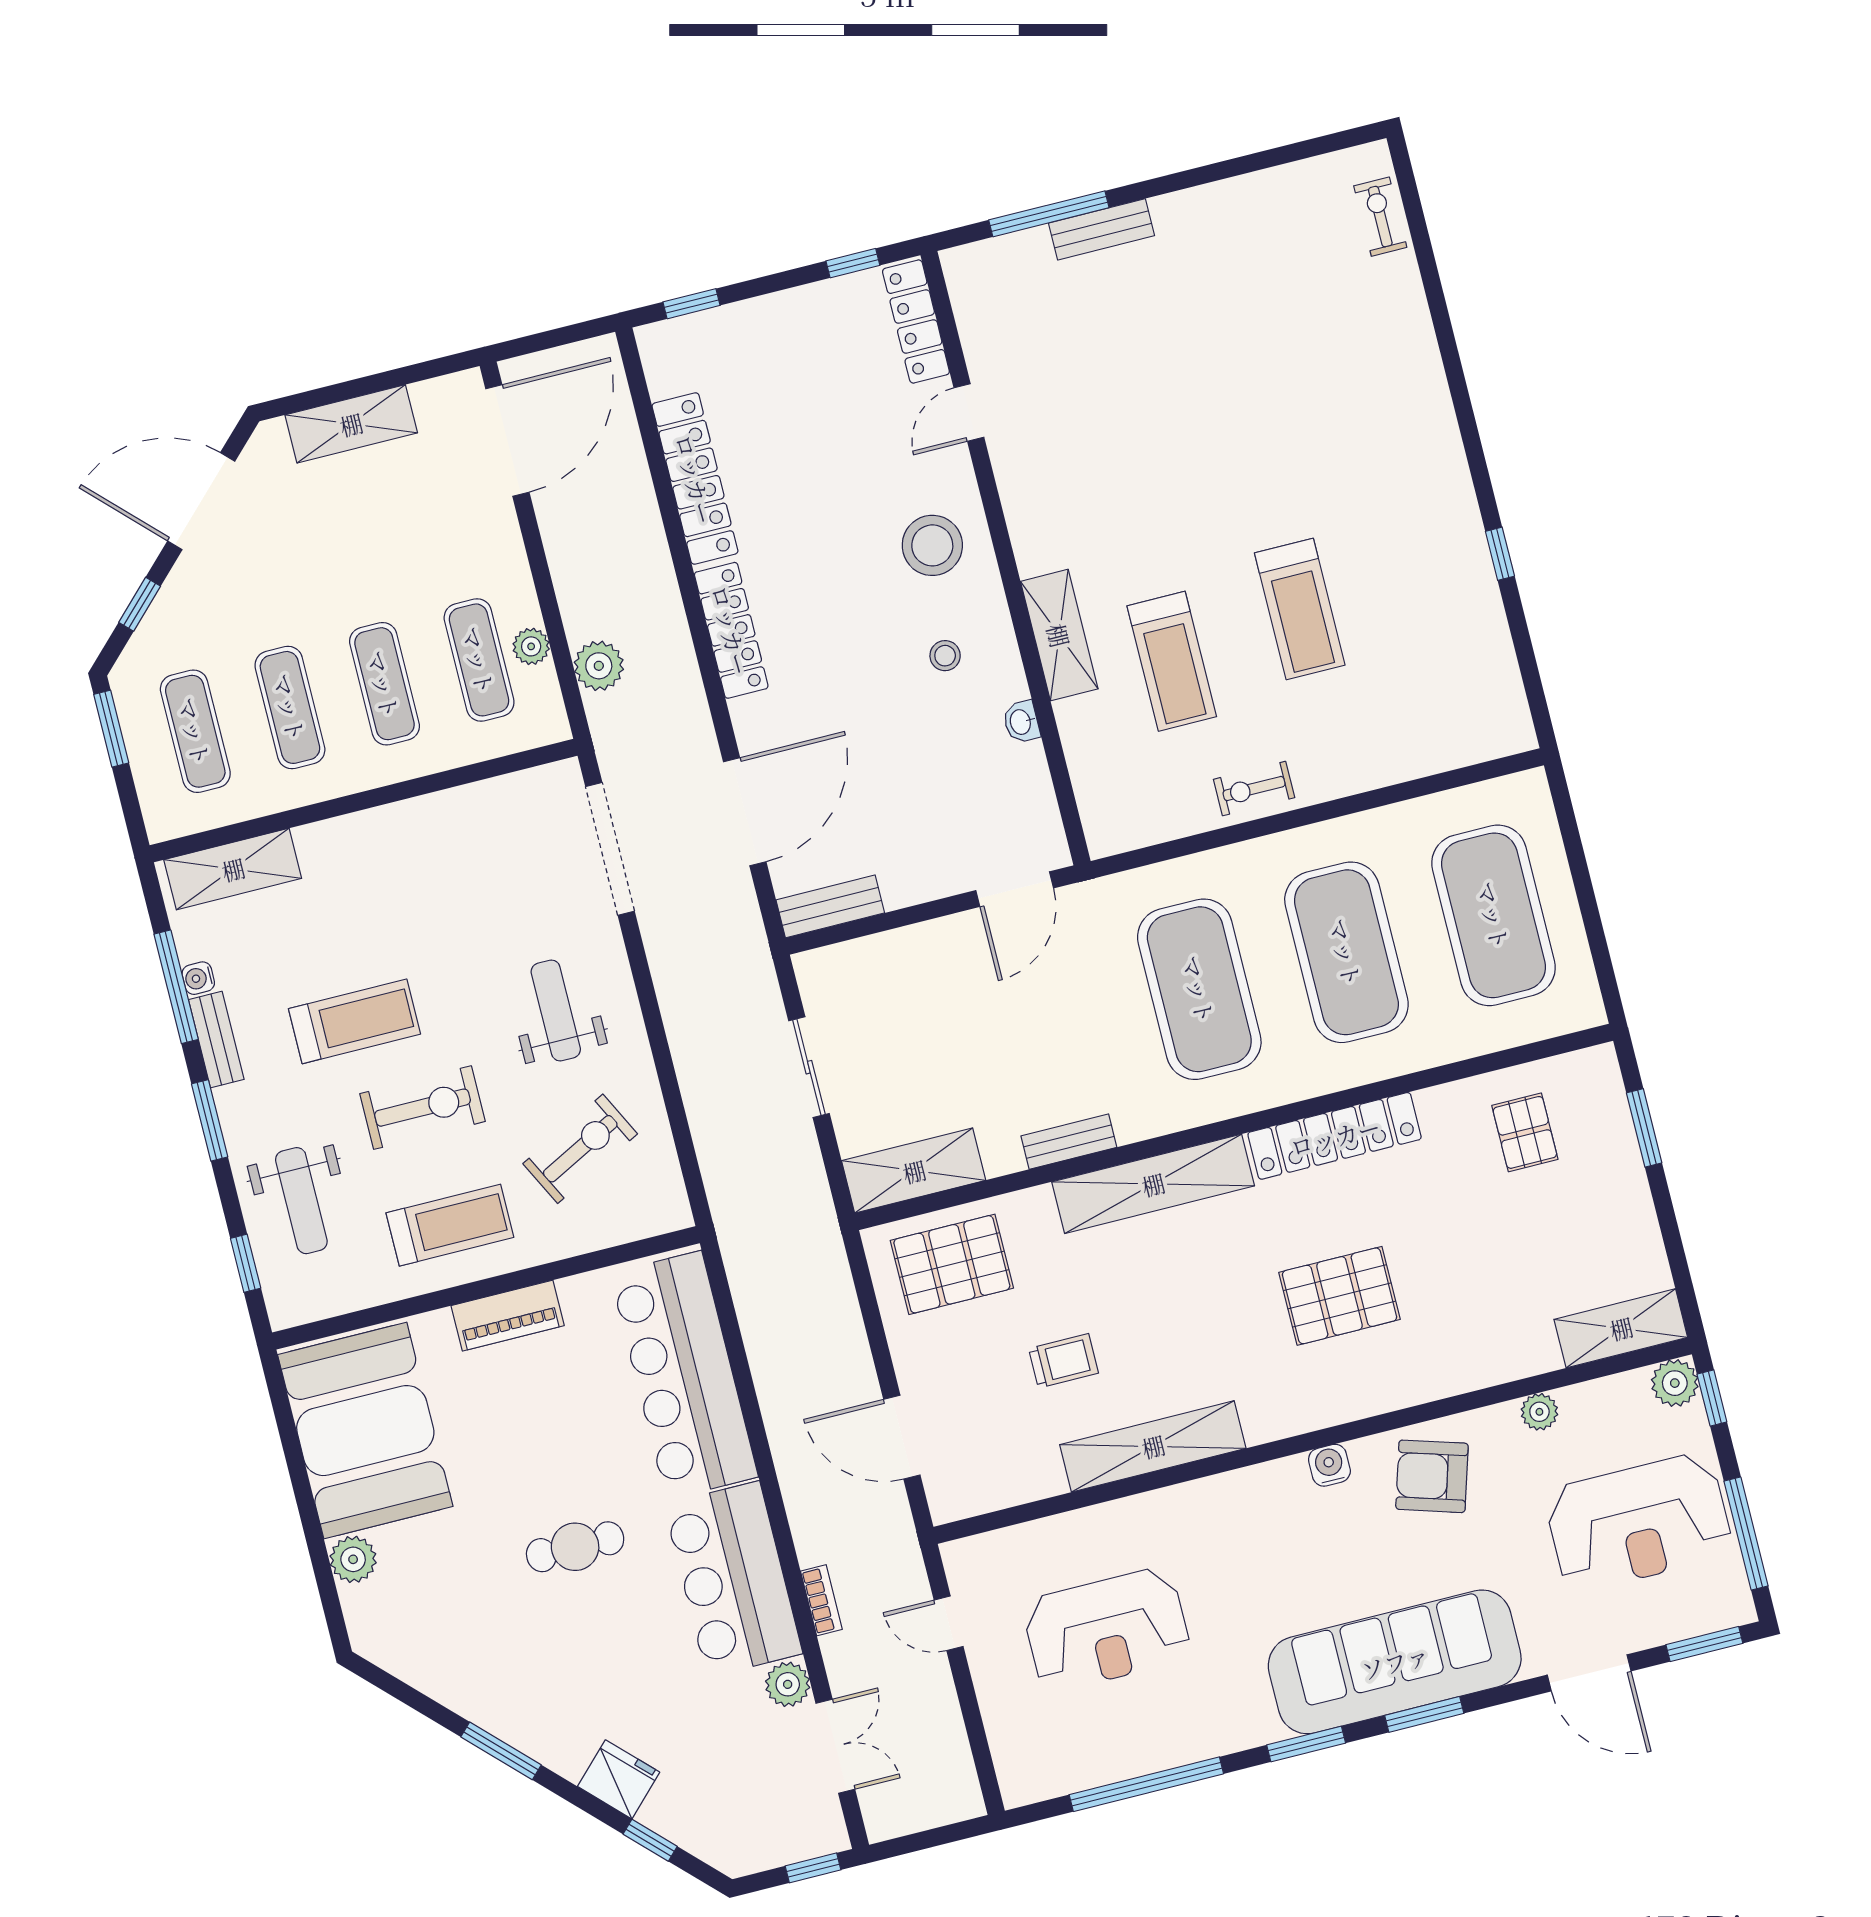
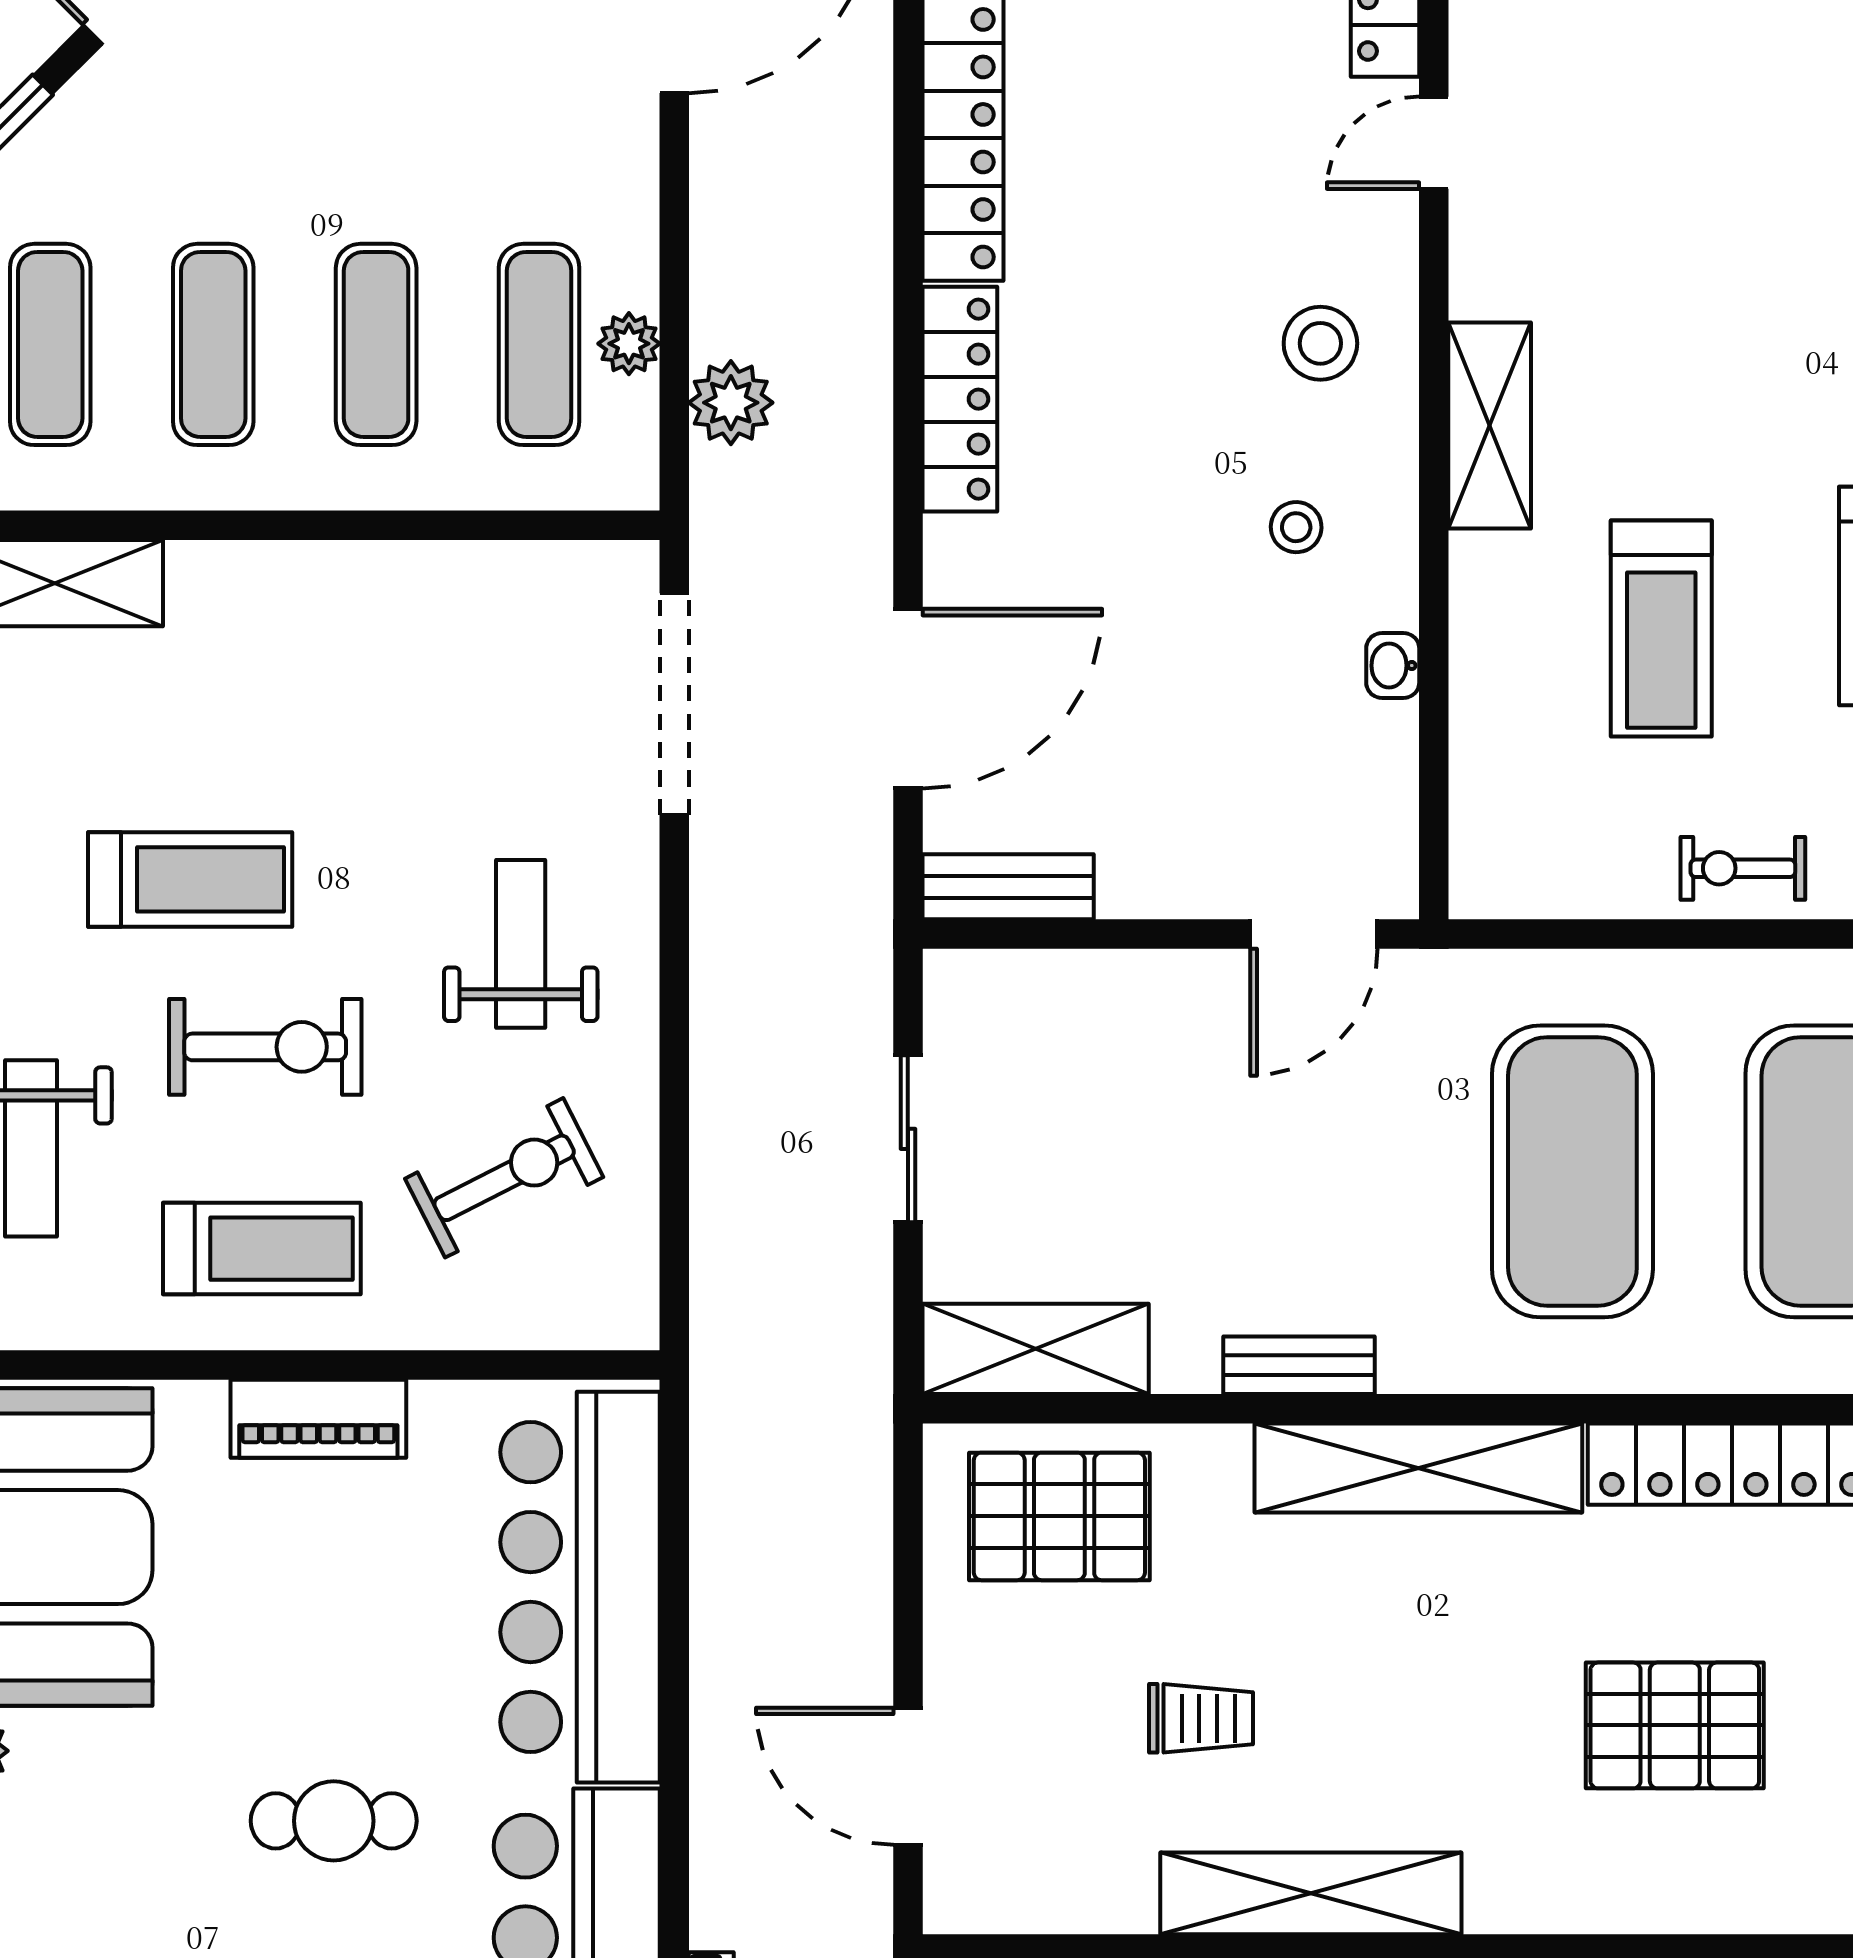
stool: (932, 545) -> (1320, 343), width x0.73, depth x0.73
shelving: (1059, 635) -> (1490, 425), moved

